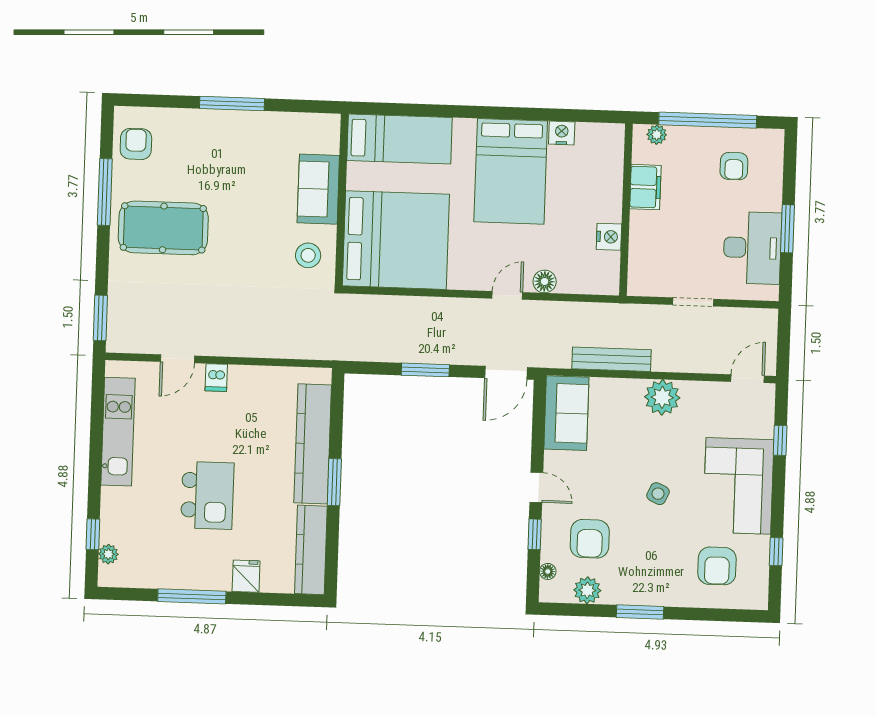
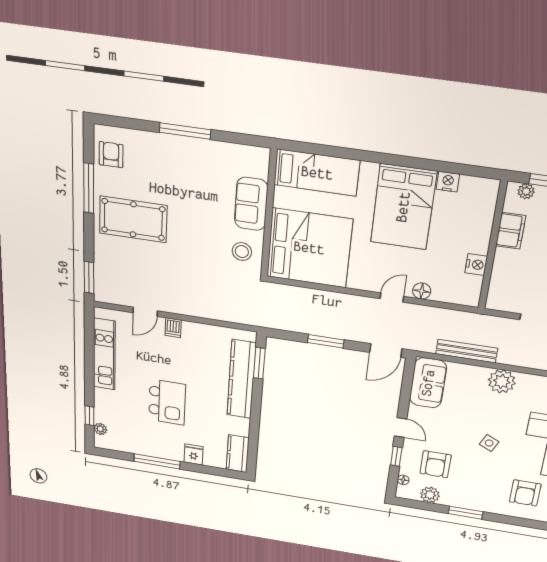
window: (334, 482) -> (259, 363), moved
kitchen counter: (311, 550) -> (238, 454), width x0.67

